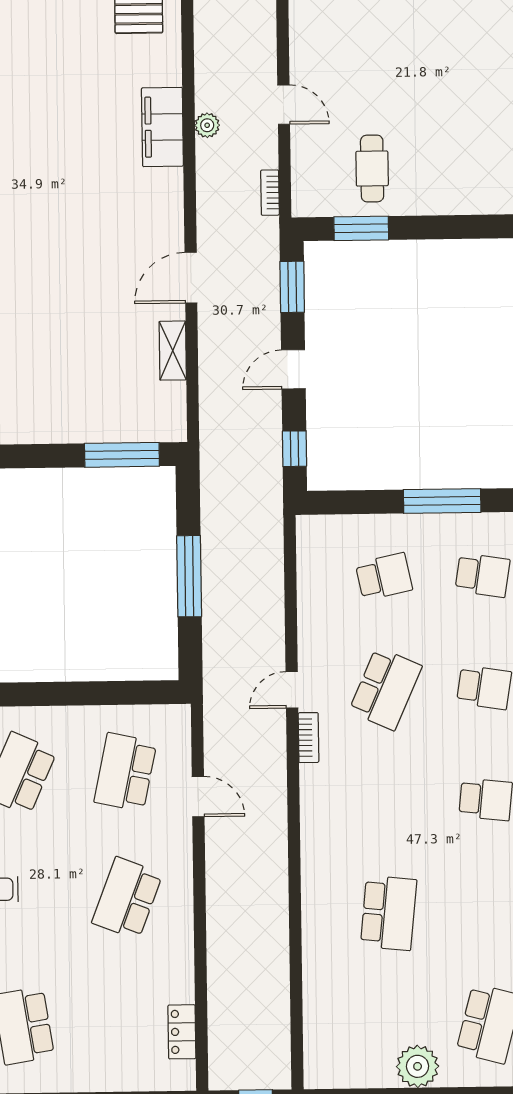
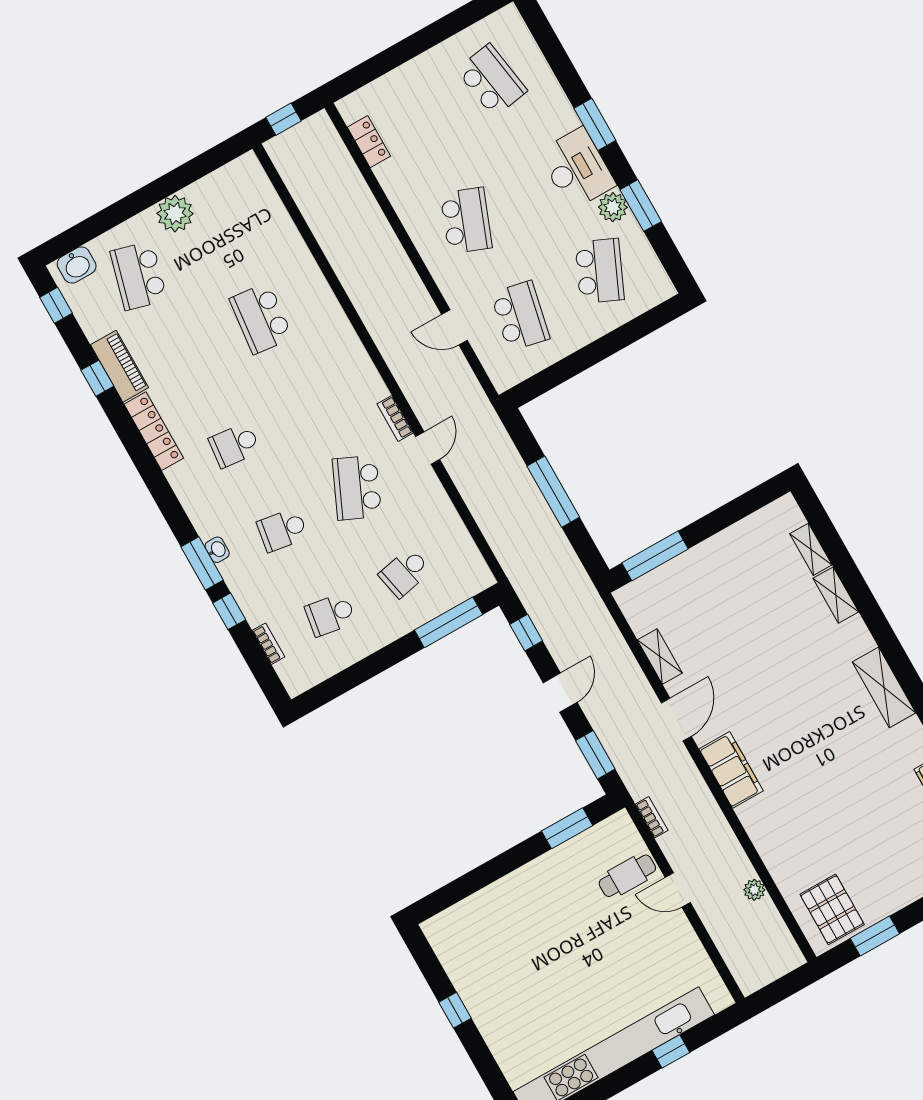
plant: (207, 125) -> (754, 890), moved
filing cabinet: (162, 127) -> (731, 770), moved
cafe table: (372, 169) -> (627, 876), moved, turned 90
window: (442, 501) -> (449, 622), moved

